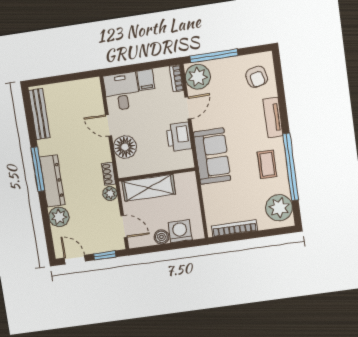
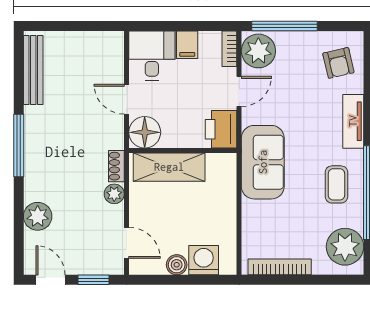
wall: (157, 175) -> (183, 150), moved
dresser: (52, 181) -> (36, 165), removed
shelving: (149, 188) -> (169, 167), moved

